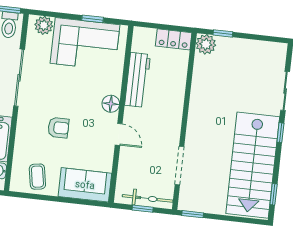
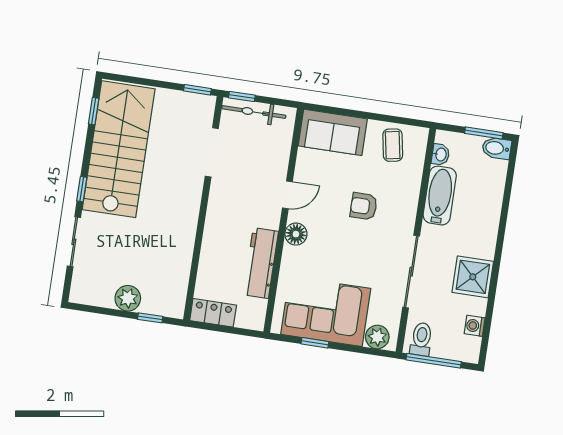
plant: (206, 44) -> (128, 298), moved
door: (119, 134) -> (287, 195), swing flipped
window: (143, 209) -> (242, 96), moved

